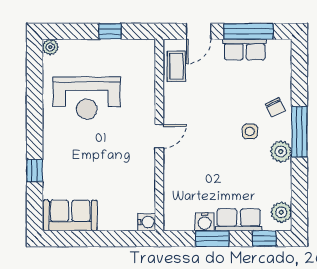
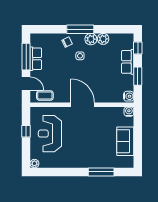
reception desk: (87, 98) -> (50, 134), moved, turned 180
door: (159, 136) -> (83, 105), width x1.87
window: (35, 171) -> (101, 172), width x2.17
plant: (281, 212) -> (103, 39), moved
sofa: (70, 215) -> (125, 141), moved
water cooler: (205, 222) -> (129, 96), moved

